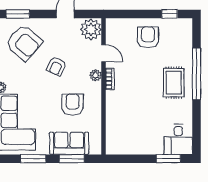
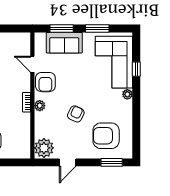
armchair: (24, 43) -> (106, 136), turned -40
door: (104, 53) -> (32, 64), moved
armchair: (73, 104) -> (45, 82), moved

